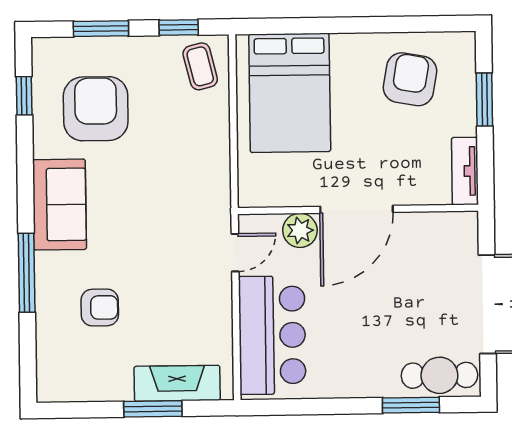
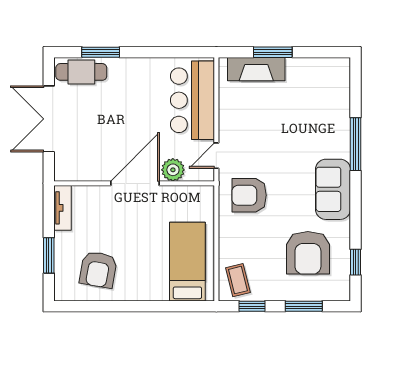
bed: (290, 93) -> (187, 262), width x0.67
armchair: (100, 307) -> (249, 195), moved, width x1.38, depth x1.38

